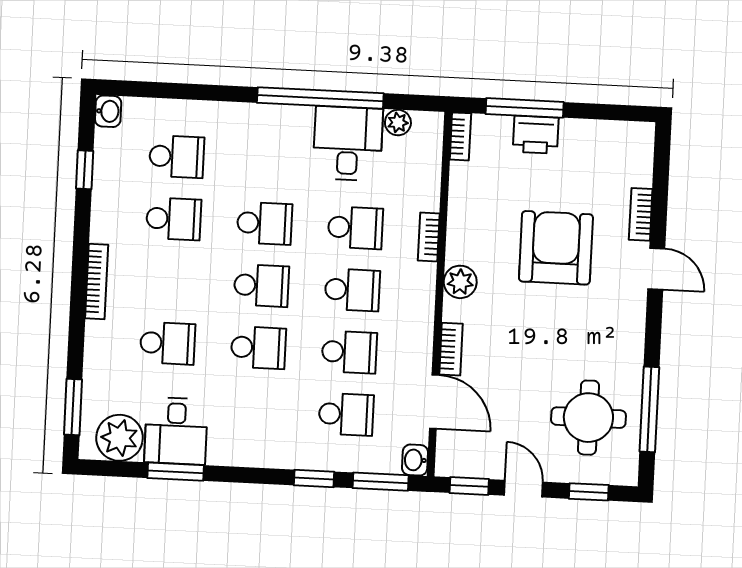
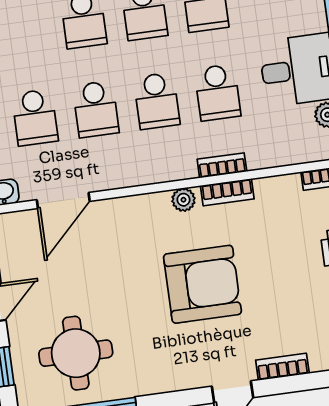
armchair: (556, 248) -> (202, 284), moved
plant: (460, 282) -> (183, 200), width x0.73, depth x0.73
bookcase: (451, 349) -> (227, 192), moved

